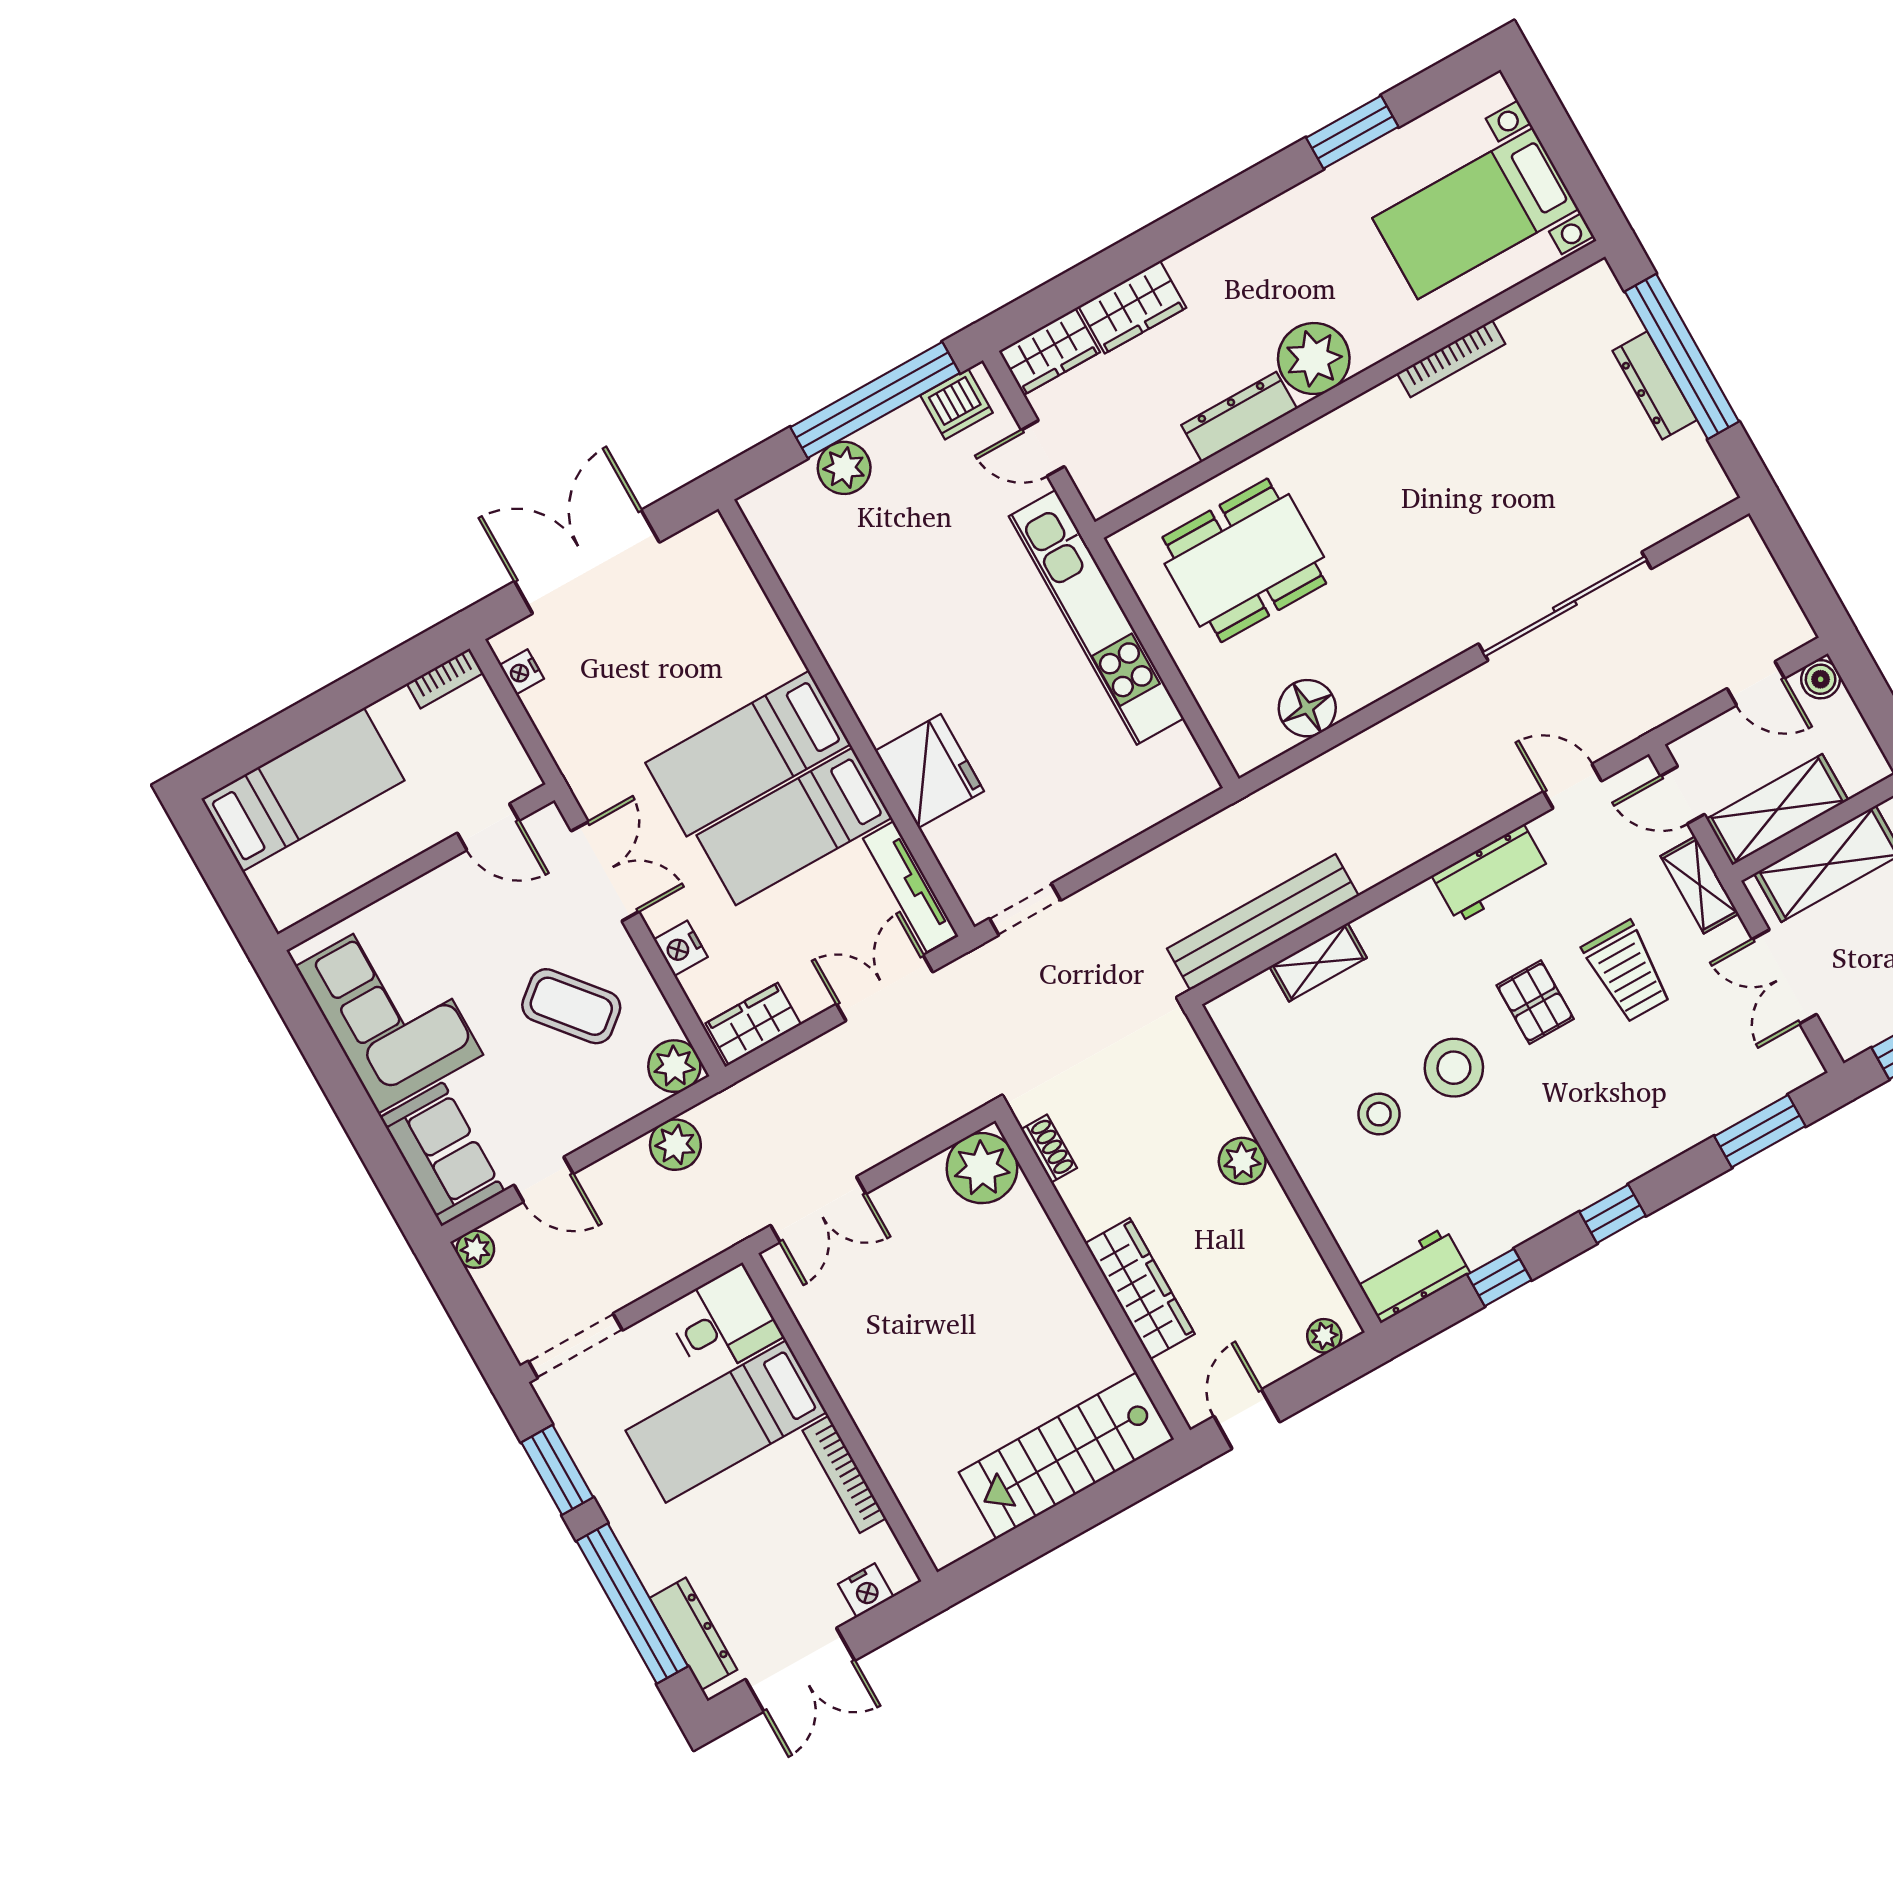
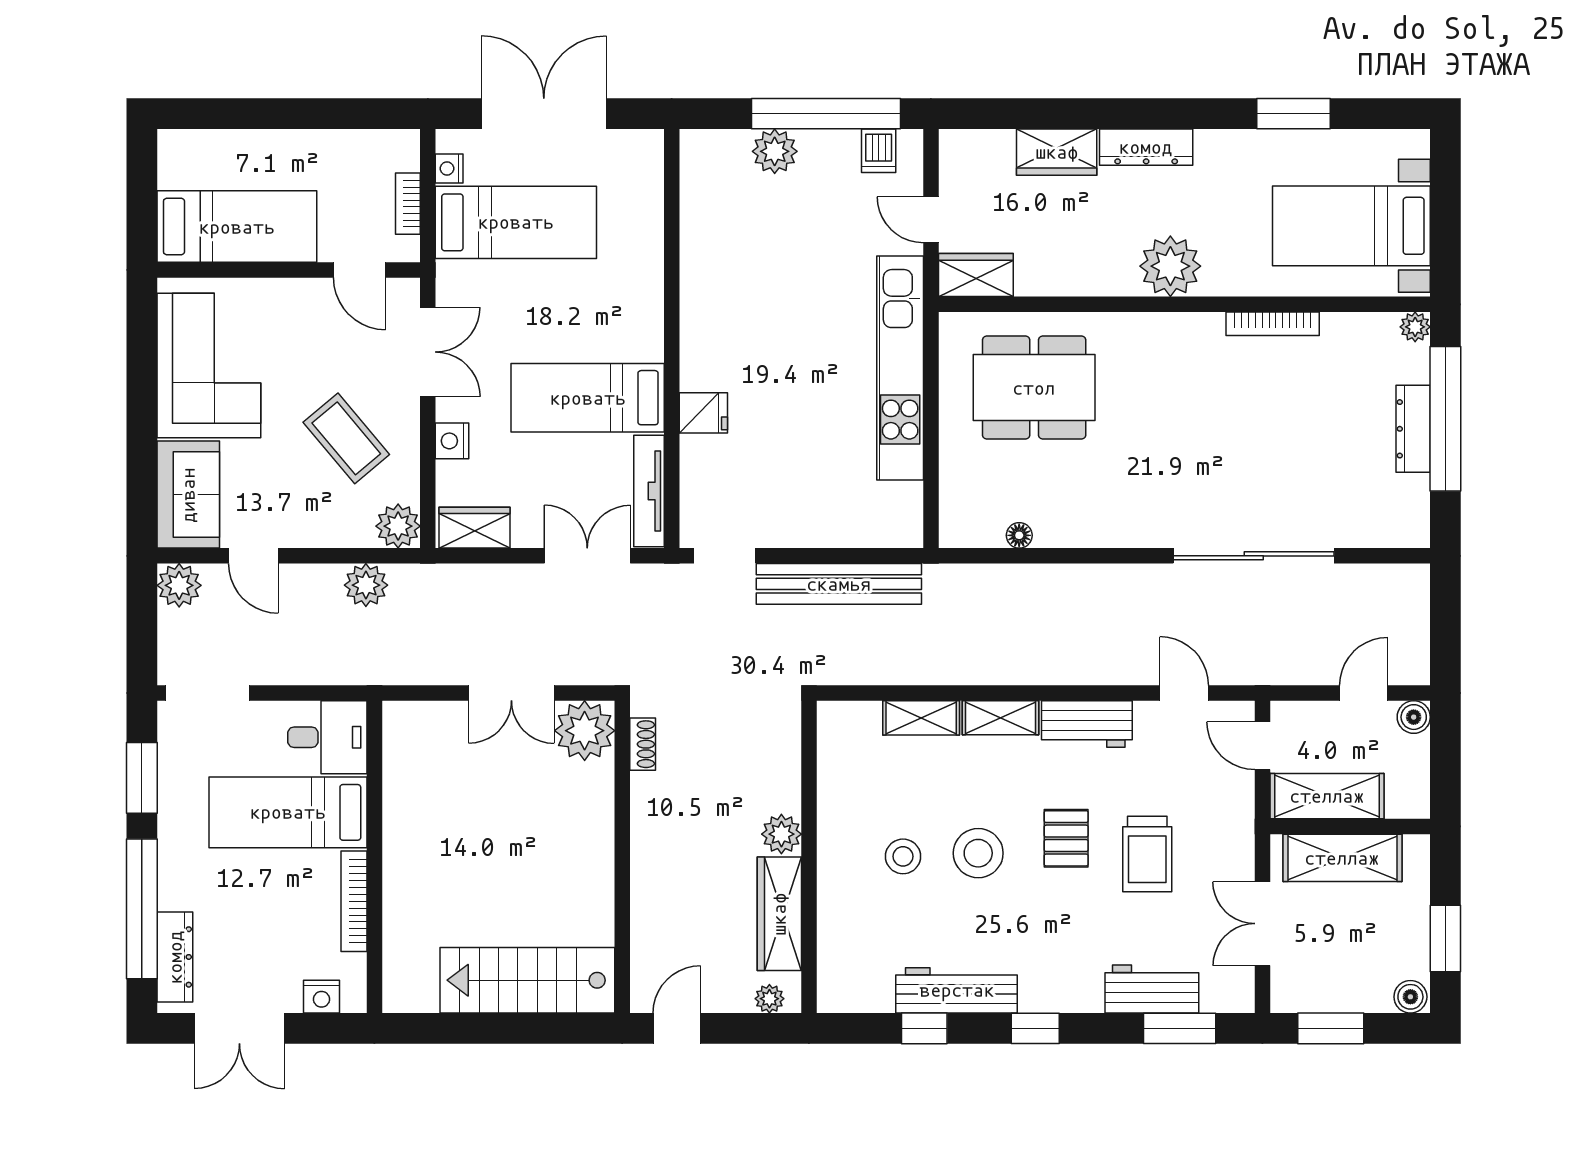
plant: (1598, 280) -> (1415, 327), added
wardrobe: (1050, 352) -> (976, 275), moved, turned 180
dishwasher: (956, 404) -> (879, 151), width x0.73
dresser: (1239, 417) -> (1146, 147), moved, turned 180
bookcase: (445, 678) -> (408, 204), moved, turned 90
door: (1756, 683) -> (1364, 693), swing flipped
floor lamp: (1307, 708) -> (1019, 535), width x0.53, depth x0.53
bed: (748, 754) -> (516, 222), moved, turned 180
fridge: (930, 771) -> (703, 413), width x0.53, depth x0.75
bed: (303, 790) -> (237, 227), moved
shelving: (1700, 885) -> (1000, 718), moved, turned 90
bench: (1263, 922) -> (839, 584), moved
workbench: (1709, 1107) -> (1152, 989), added
double door: (818, 1209) -> (511, 693), moved
plant: (475, 1249) -> (179, 585), width x1.38, depth x1.38
workbench: (1412, 1275) -> (957, 990), moved, width x1.38
wardrobe: (1140, 1289) -> (779, 914), moved, turned 180

